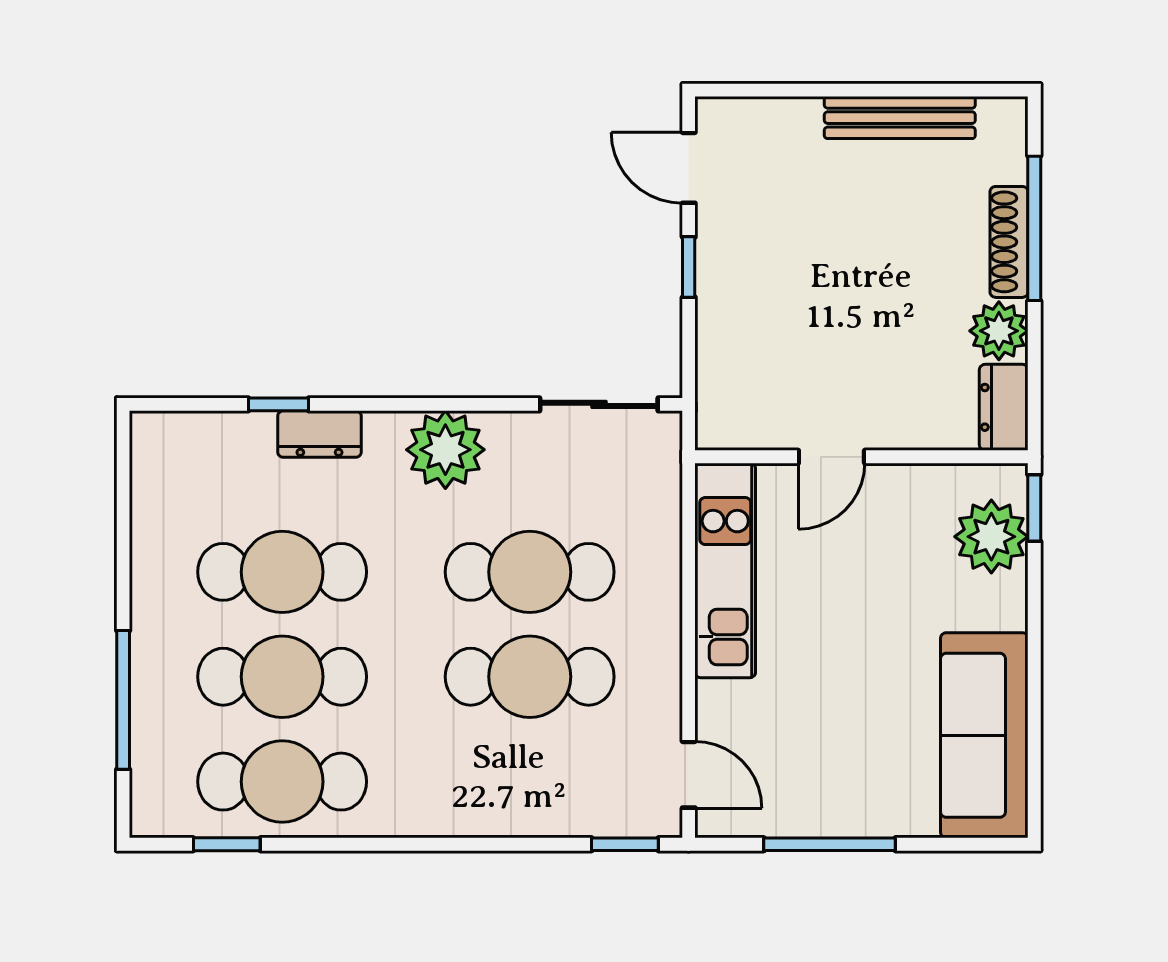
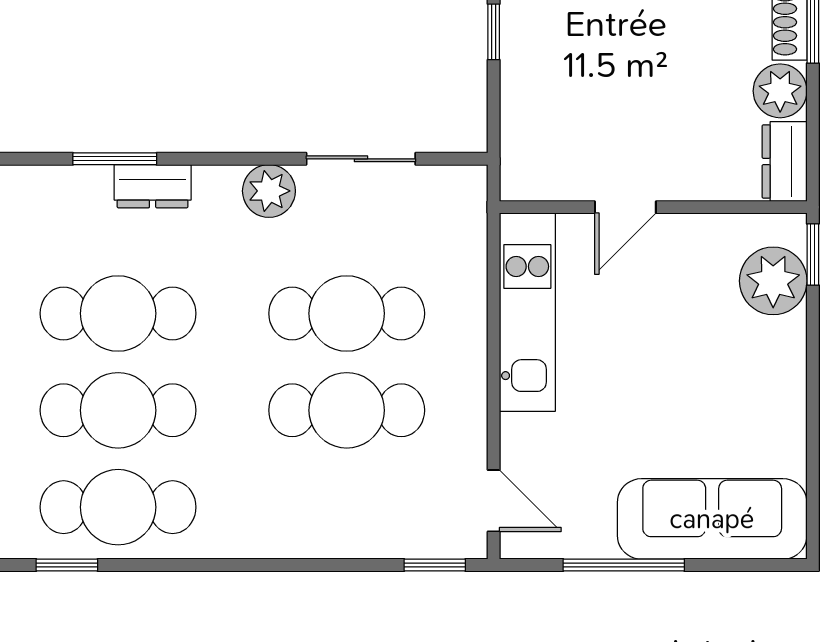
window: (279, 404) -> (115, 159), width x1.50
sliding door: (599, 404) -> (361, 159), moved
plant: (445, 450) -> (269, 191), width x0.73, depth x0.73
sofa: (984, 735) -> (712, 519), moved, turned 90

